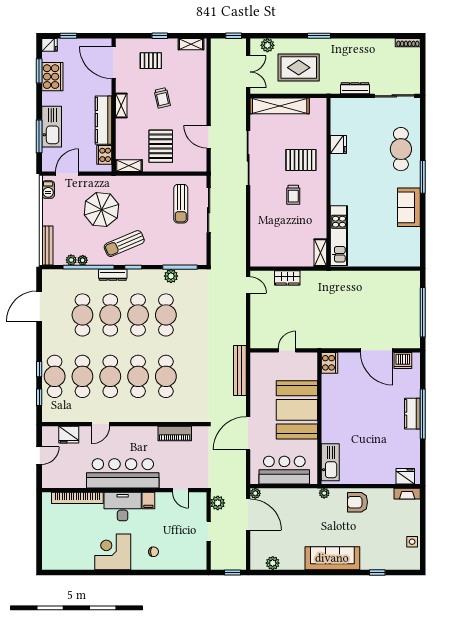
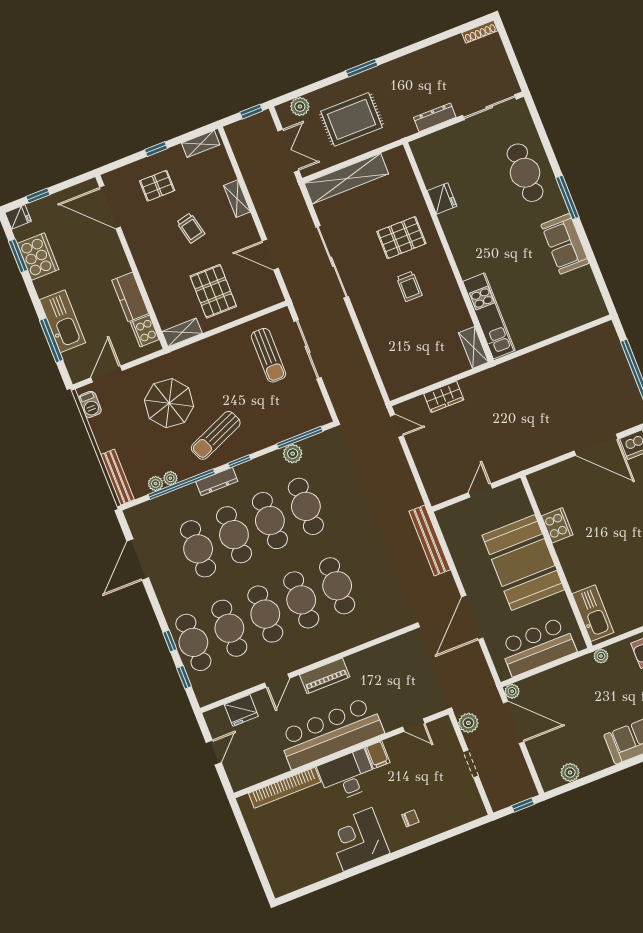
shelving: (121, 105) -> (237, 199), moved
kitchen counter: (104, 120) -> (130, 297), width x0.67
cooker: (329, 363) -> (557, 525), moved
piano: (175, 434) -> (325, 676), moved

